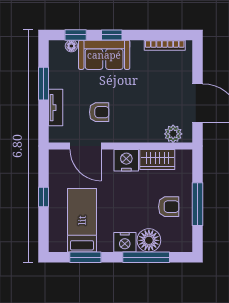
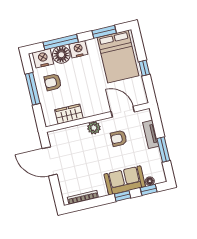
plant: (173, 134) -> (94, 128), moved
nightstand: (126, 160) -> (43, 58), moved, turned 180
bed: (82, 220) -> (118, 57), width x1.50

